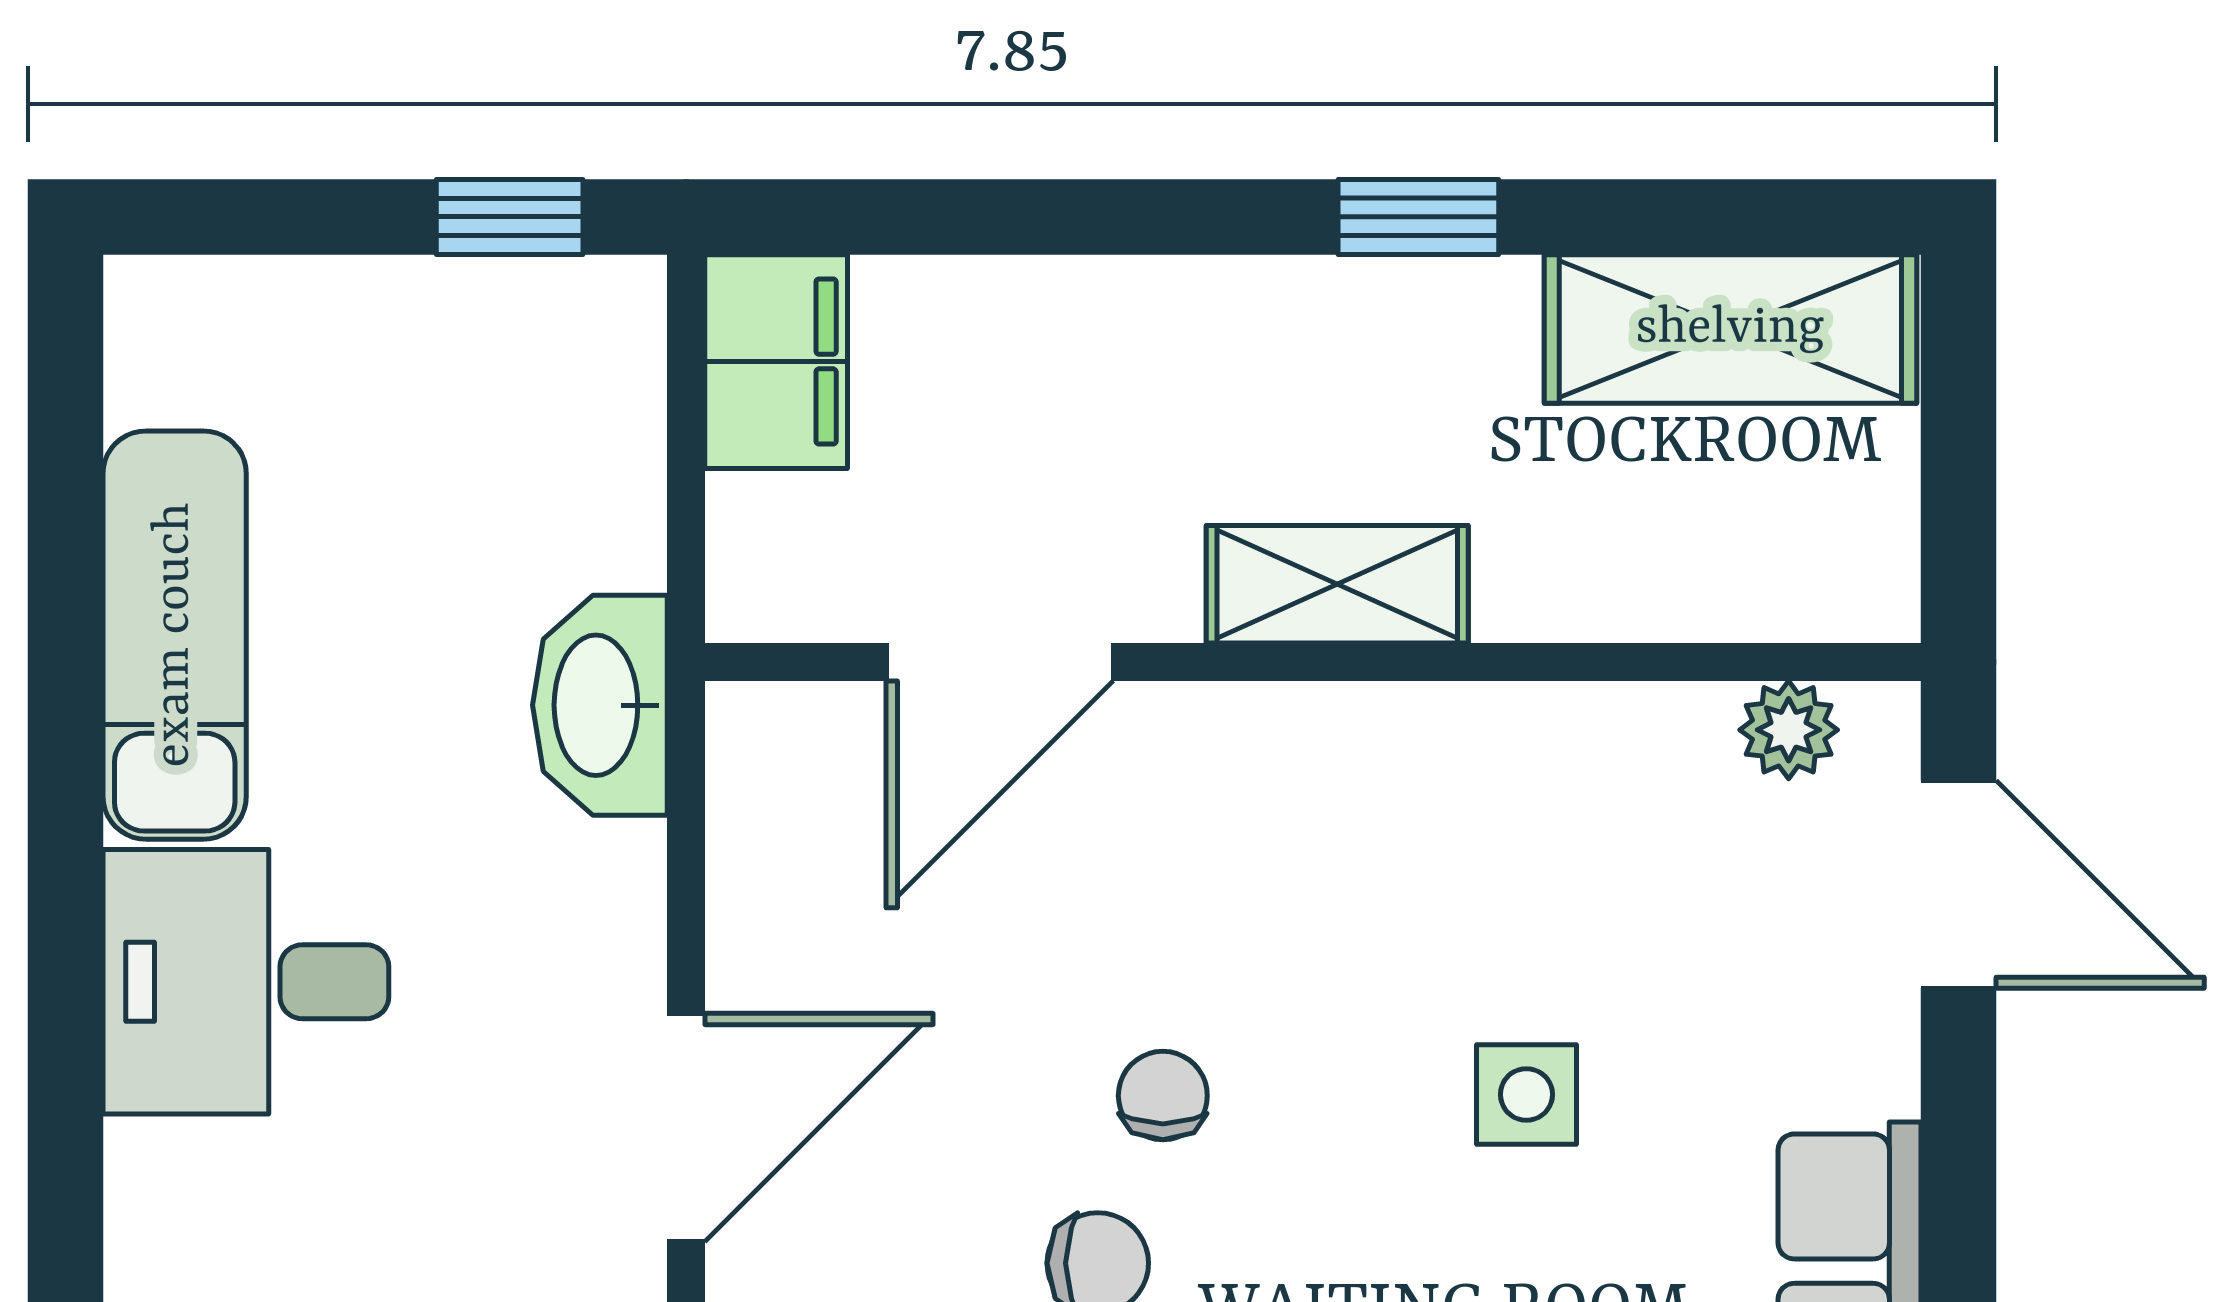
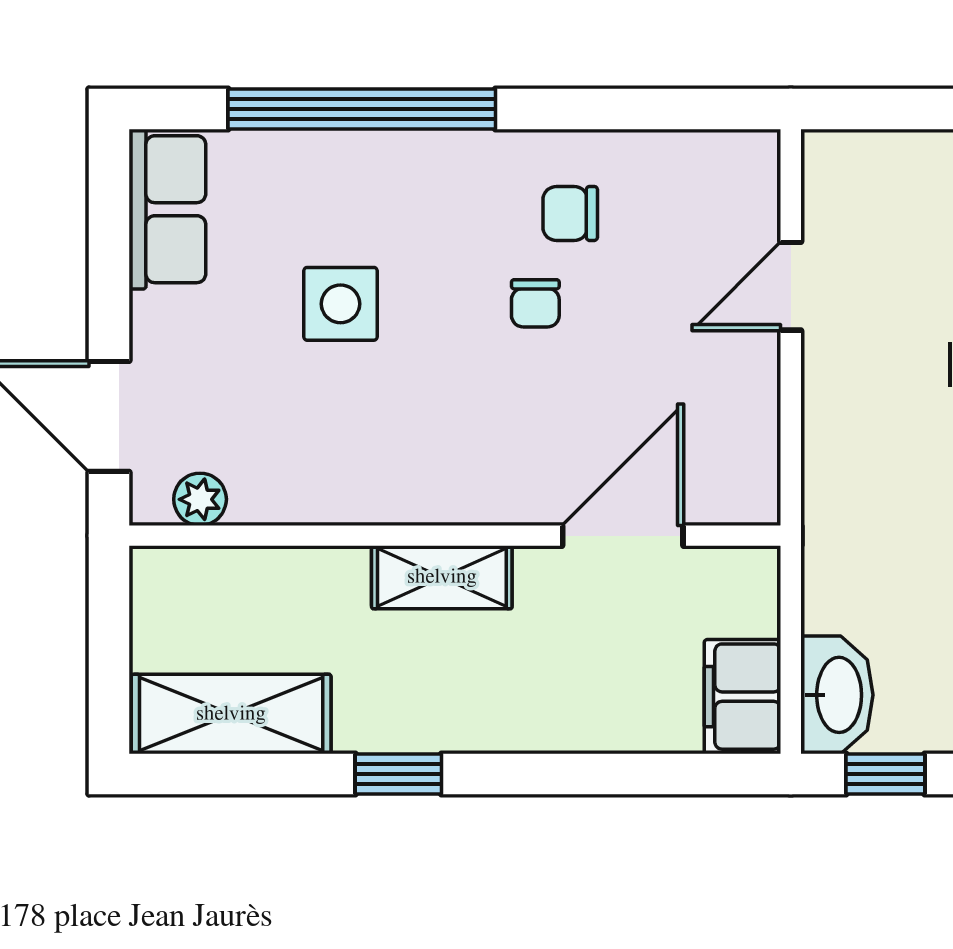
washbasin: (600, 705) -> (837, 695), moved
side table: (1526, 1094) -> (340, 304), width x1.37, depth x1.37
door: (686, 1127) -> (791, 286), width x0.73

